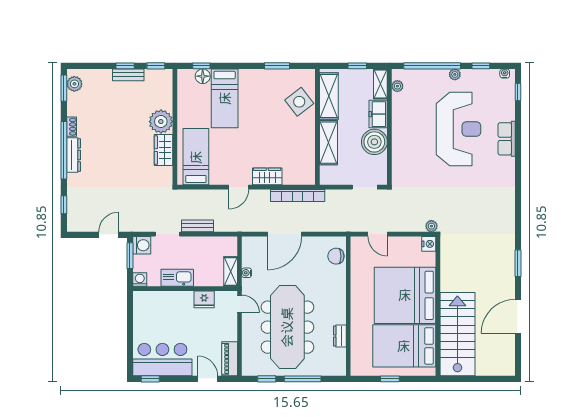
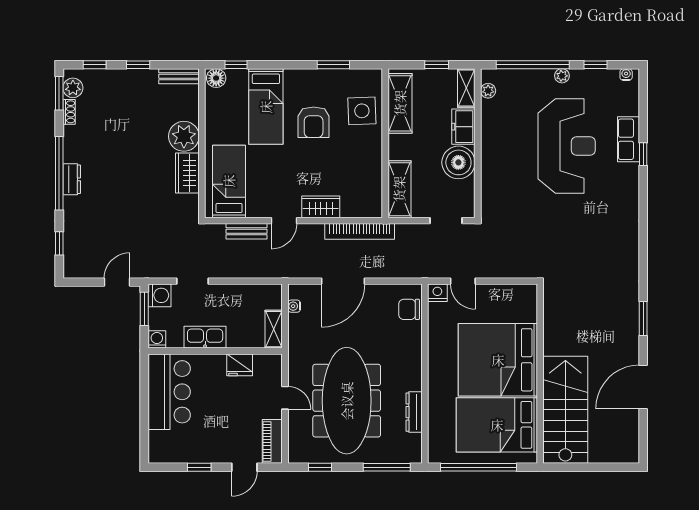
window: (156, 66) -> (95, 65), moved
bench: (128, 75) -> (179, 76), moved
floor lamp: (203, 76) -> (216, 78), moved
window: (518, 92) -> (643, 154), moved
side table: (299, 102) -> (362, 111), turned 36
armchair: (262, 111) -> (314, 122), added
shoe rack: (72, 127) -> (69, 112), moved
row of seats: (507, 139) -> (629, 139), moved
shelving: (328, 143) -> (399, 189), moved
dresser: (74, 155) -> (72, 179), width x0.70
bench: (197, 226) -> (246, 231), moved
plant: (431, 226) -> (532, 271), removed
nightstand: (429, 244) -> (437, 293), moved, turned -90
water cooler: (247, 273) -> (294, 306), moved
door: (239, 304) -> (285, 398), moved
dresser: (340, 336) -> (414, 412), width x1.44
bar counter: (162, 360) -> (169, 392), moved, turned 90
window: (150, 379) -> (199, 467), moved
door: (208, 379) -> (244, 467), swing flipped
window: (303, 379) -> (387, 467), moved
window: (390, 379) -> (478, 467), width x3.17

